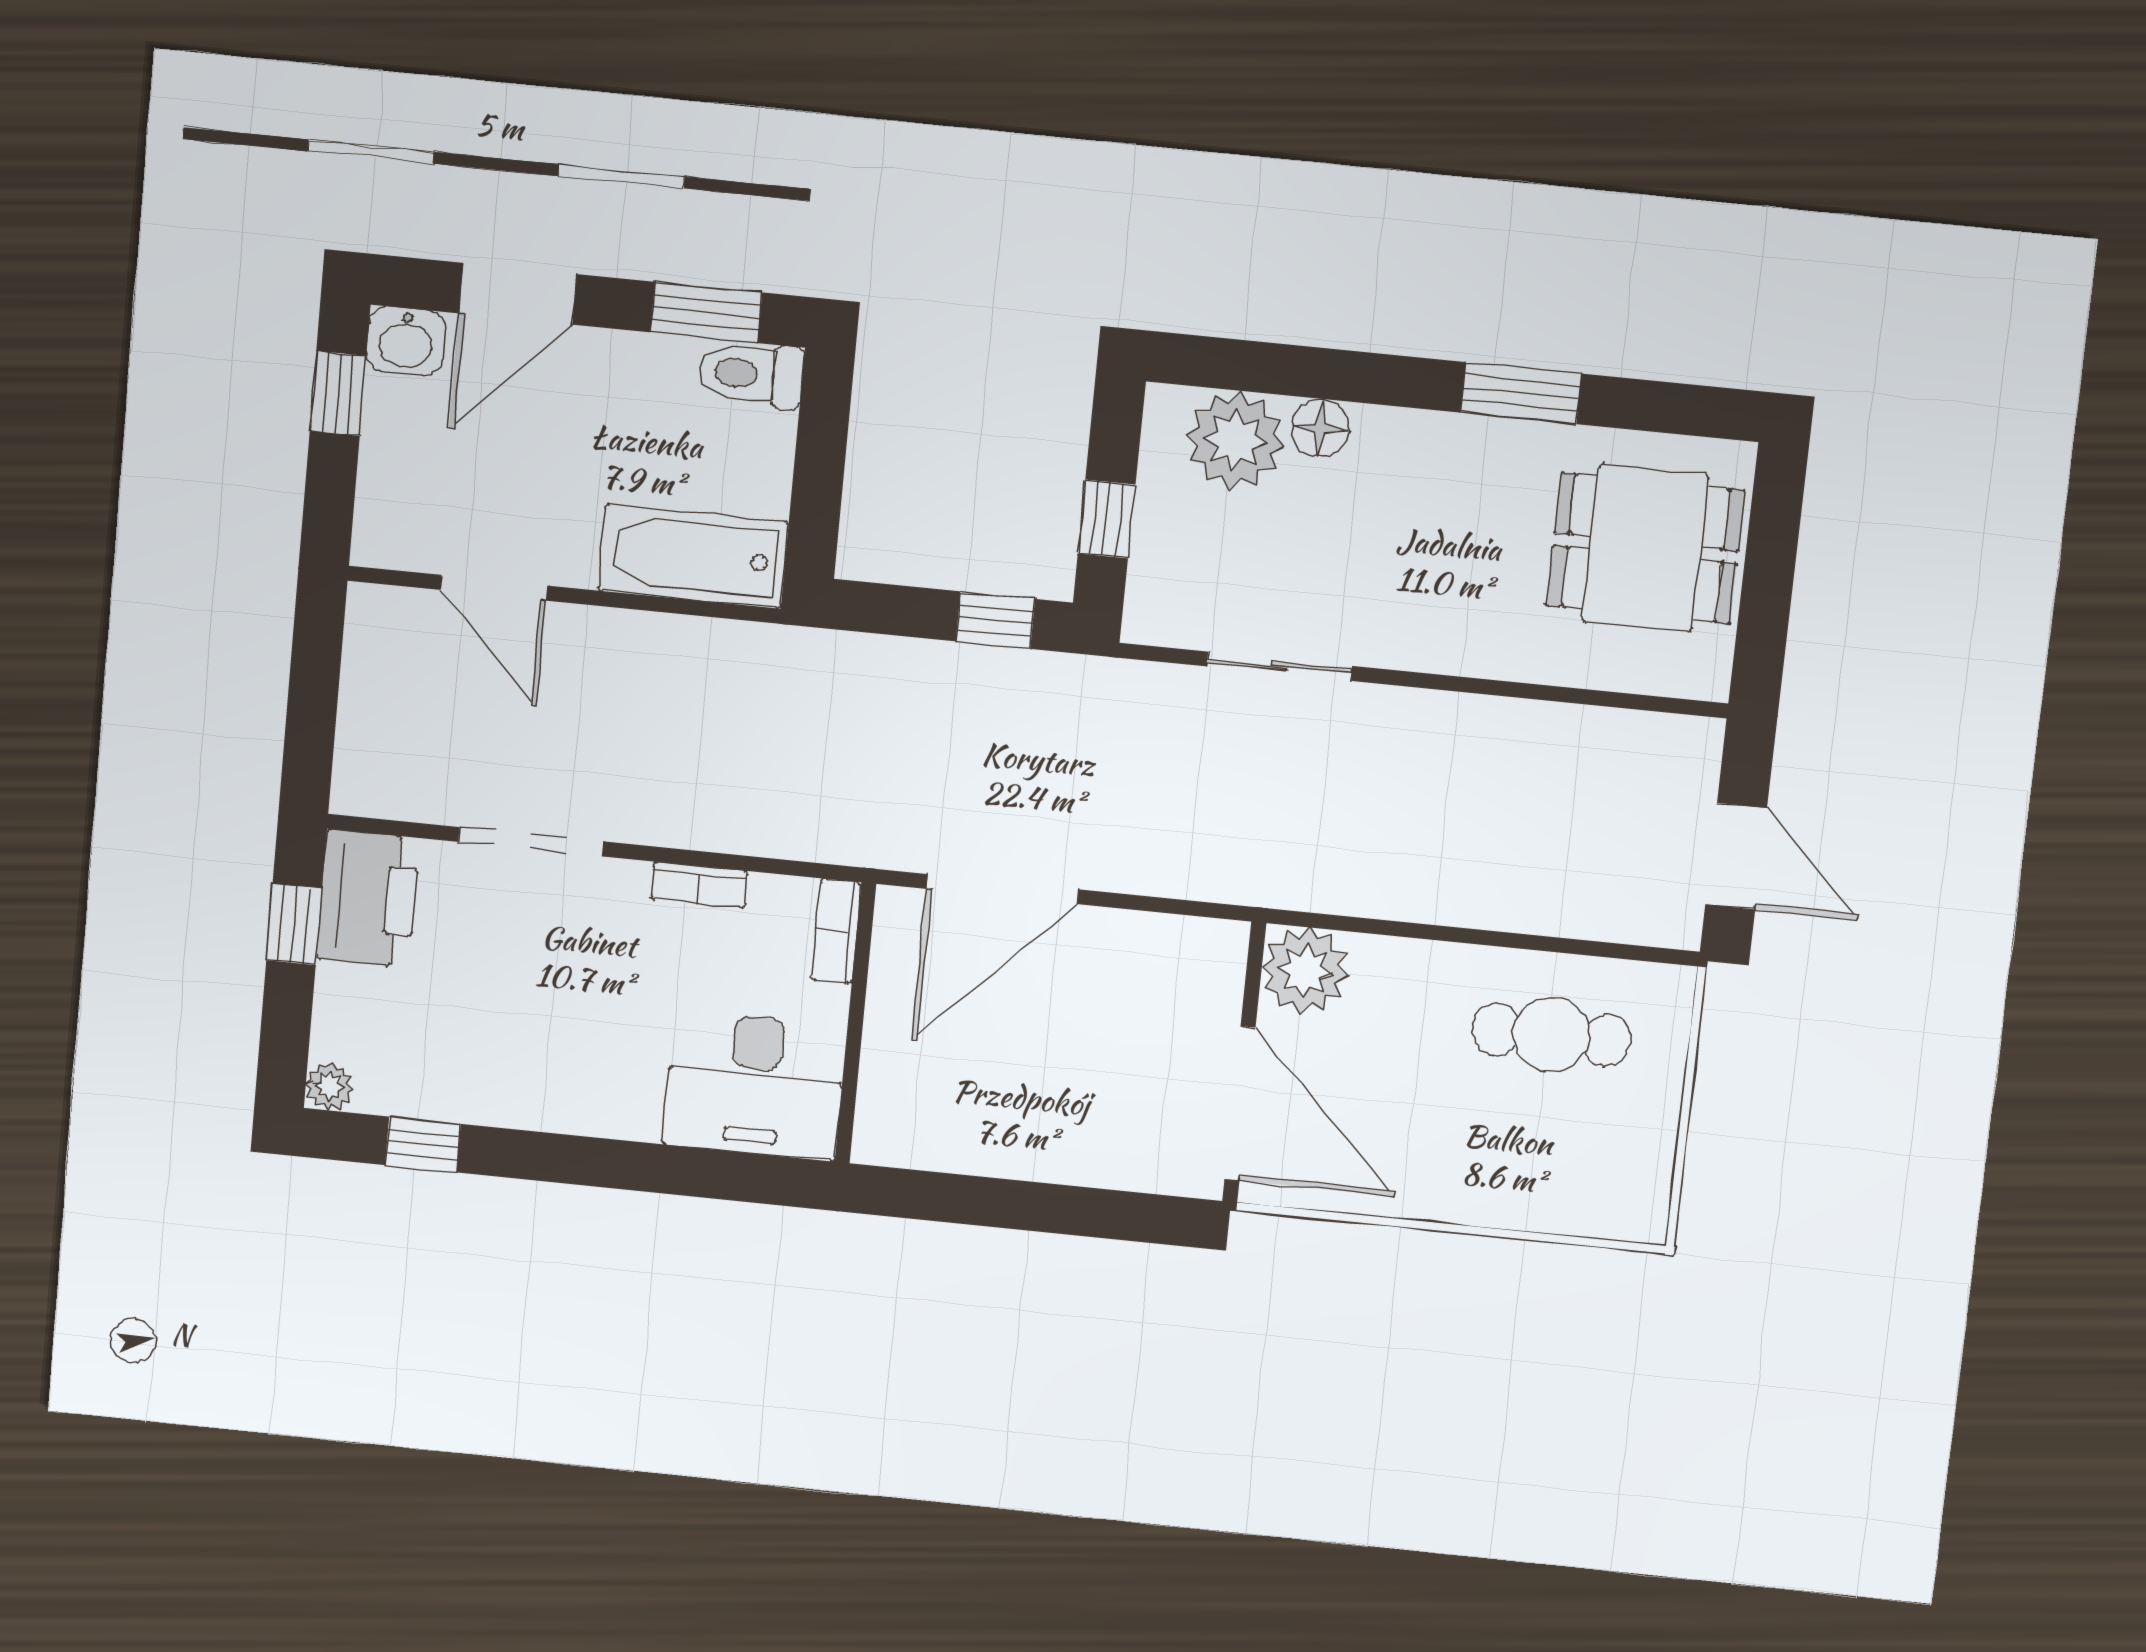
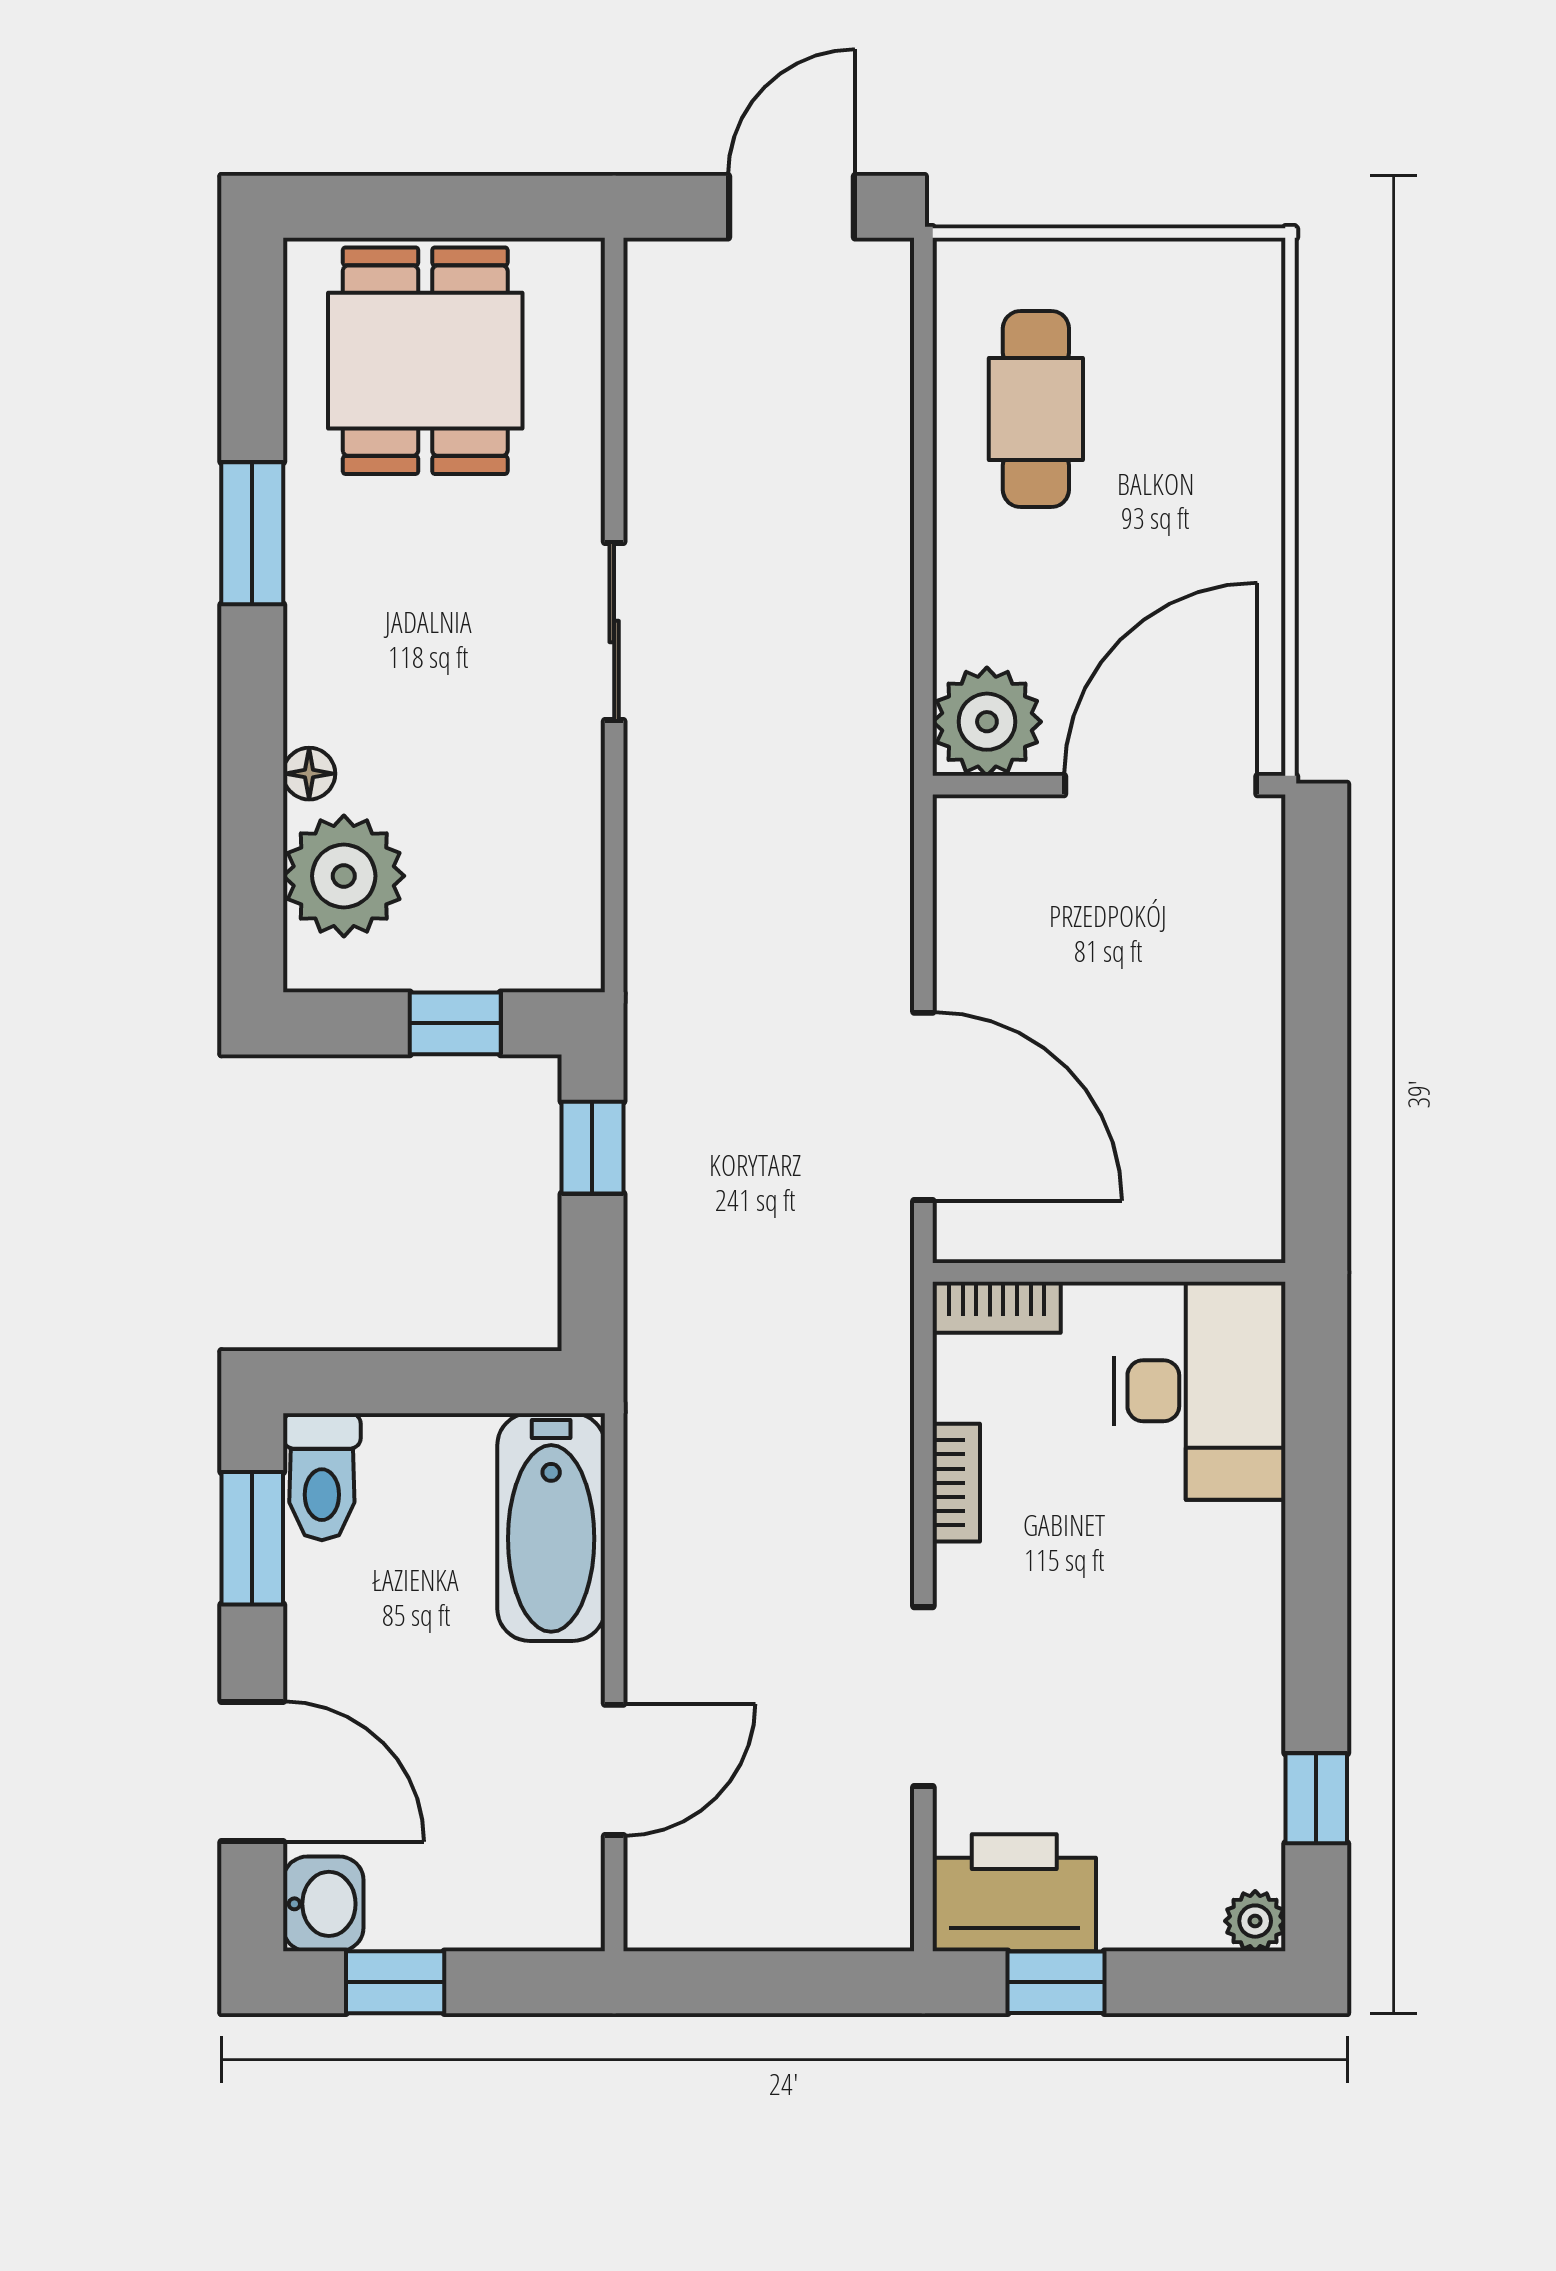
floor lamp: (1320, 428) -> (309, 774), width x0.73, depth x0.73
sliding door: (1279, 666) -> (614, 632), moved

